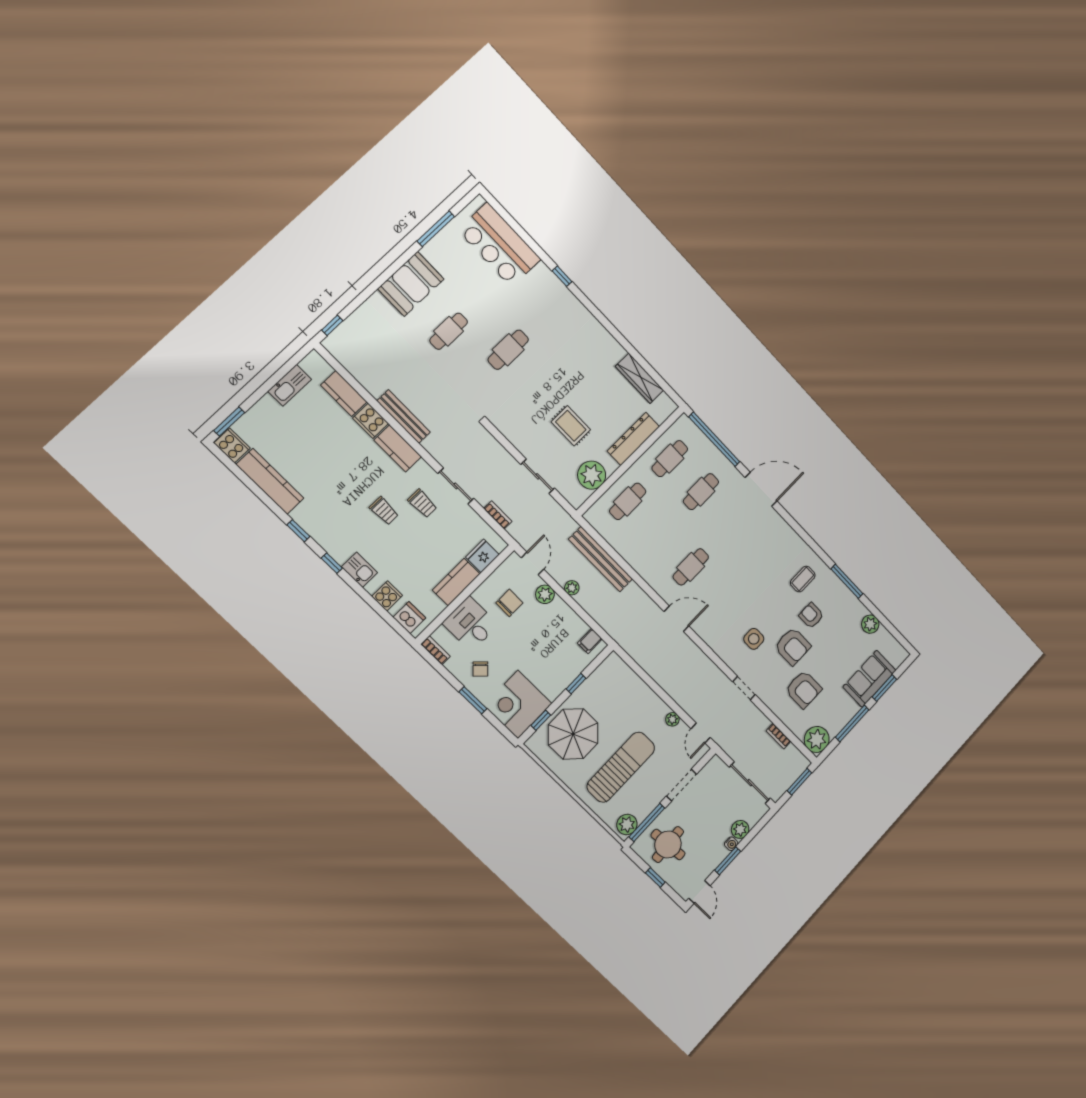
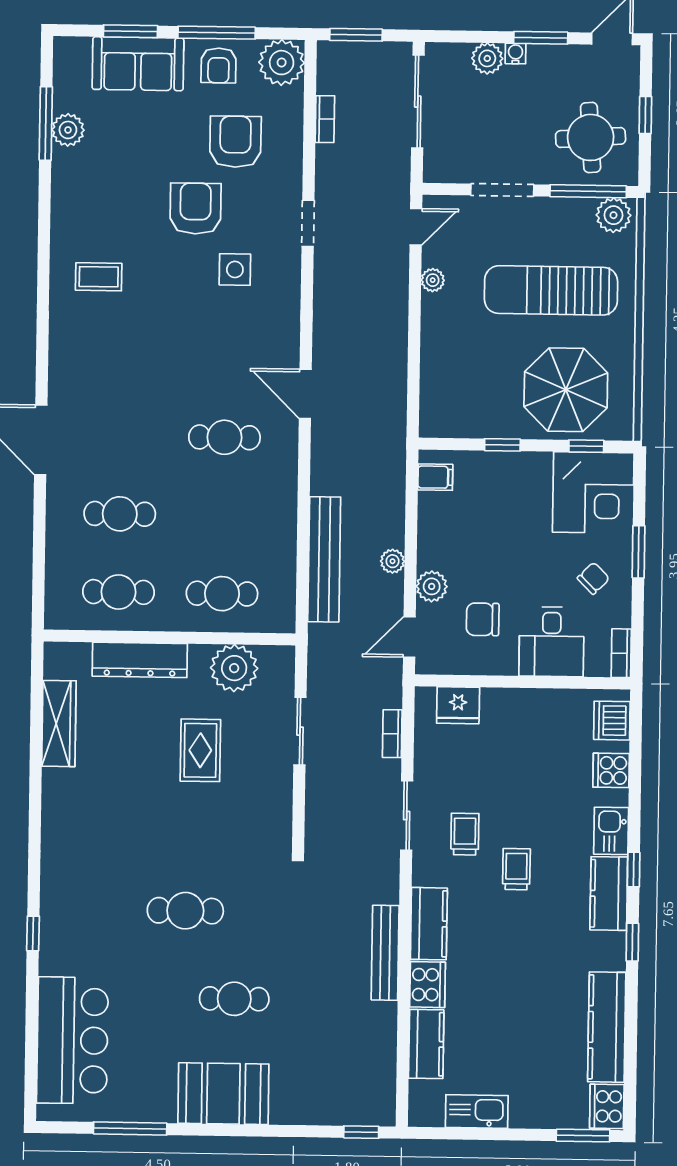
window: (714, 439) -> (39, 559), removed
window: (847, 581) -> (46, 123), moved
kitchen counter: (456, 582) -> (609, 894), moved, turned 90
armchair: (811, 616) -> (219, 66), moved

